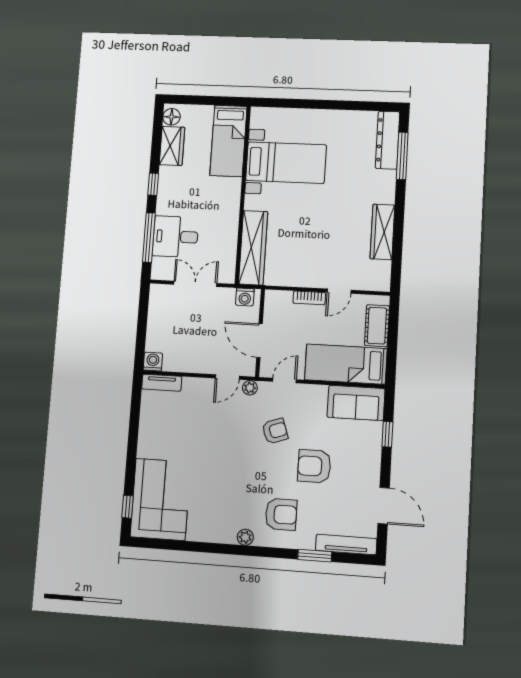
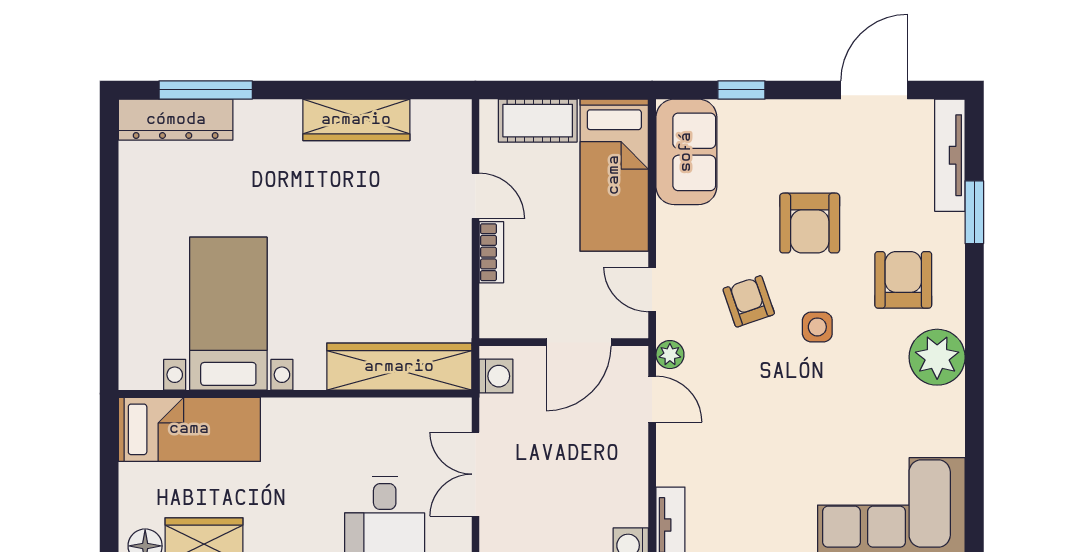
side table: (259, 467) -> (817, 327), added
plant: (245, 537) -> (937, 357), width x1.87, depth x1.87

